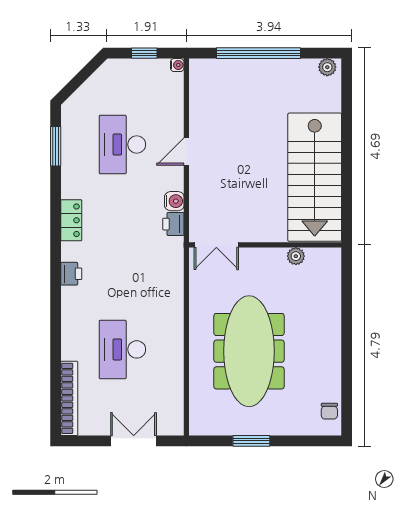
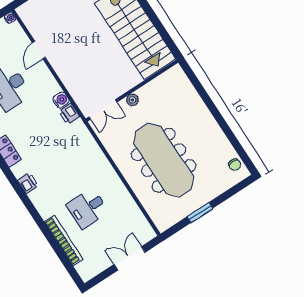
door: (186, 151) -> (39, 50), moved
plant: (296, 256) -> (132, 100), moved
desk: (122, 349) -> (88, 208), width x0.73
bookcase: (69, 398) -> (64, 240), moved

